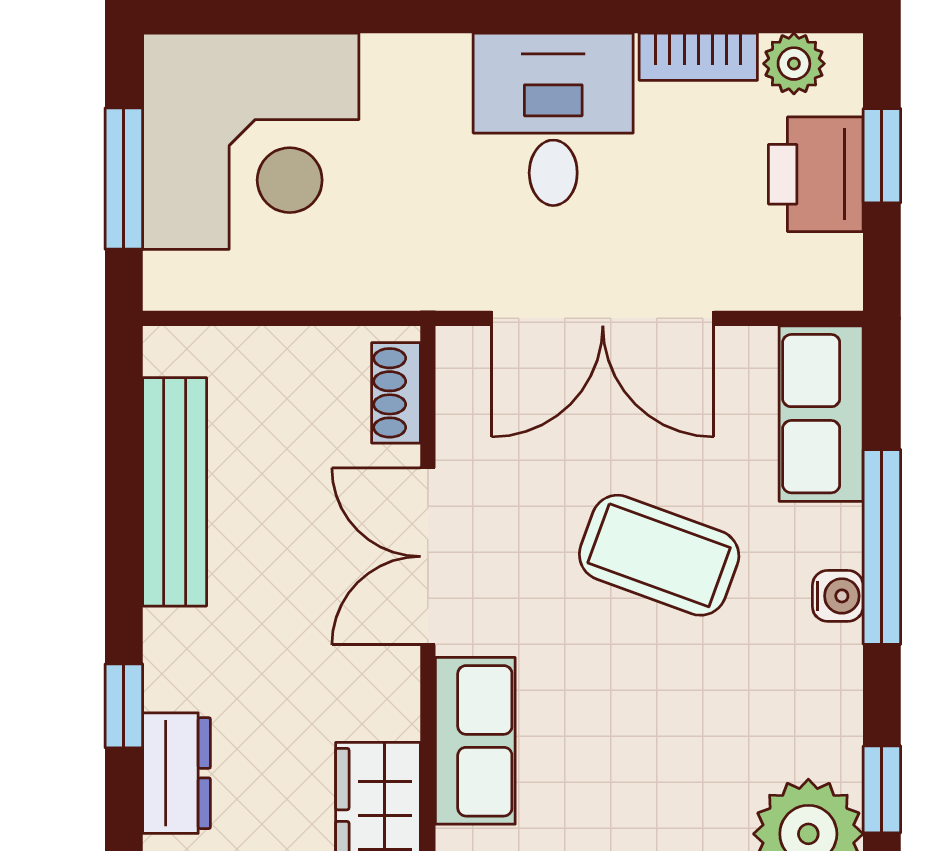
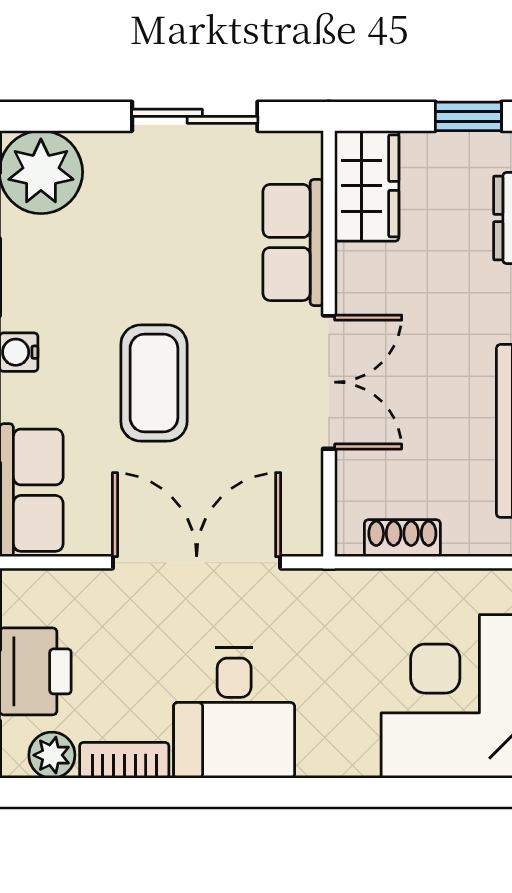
shoe rack: (396, 393) -> (402, 538), moved, turned -90
coffee table: (659, 555) -> (154, 383), turned 70

